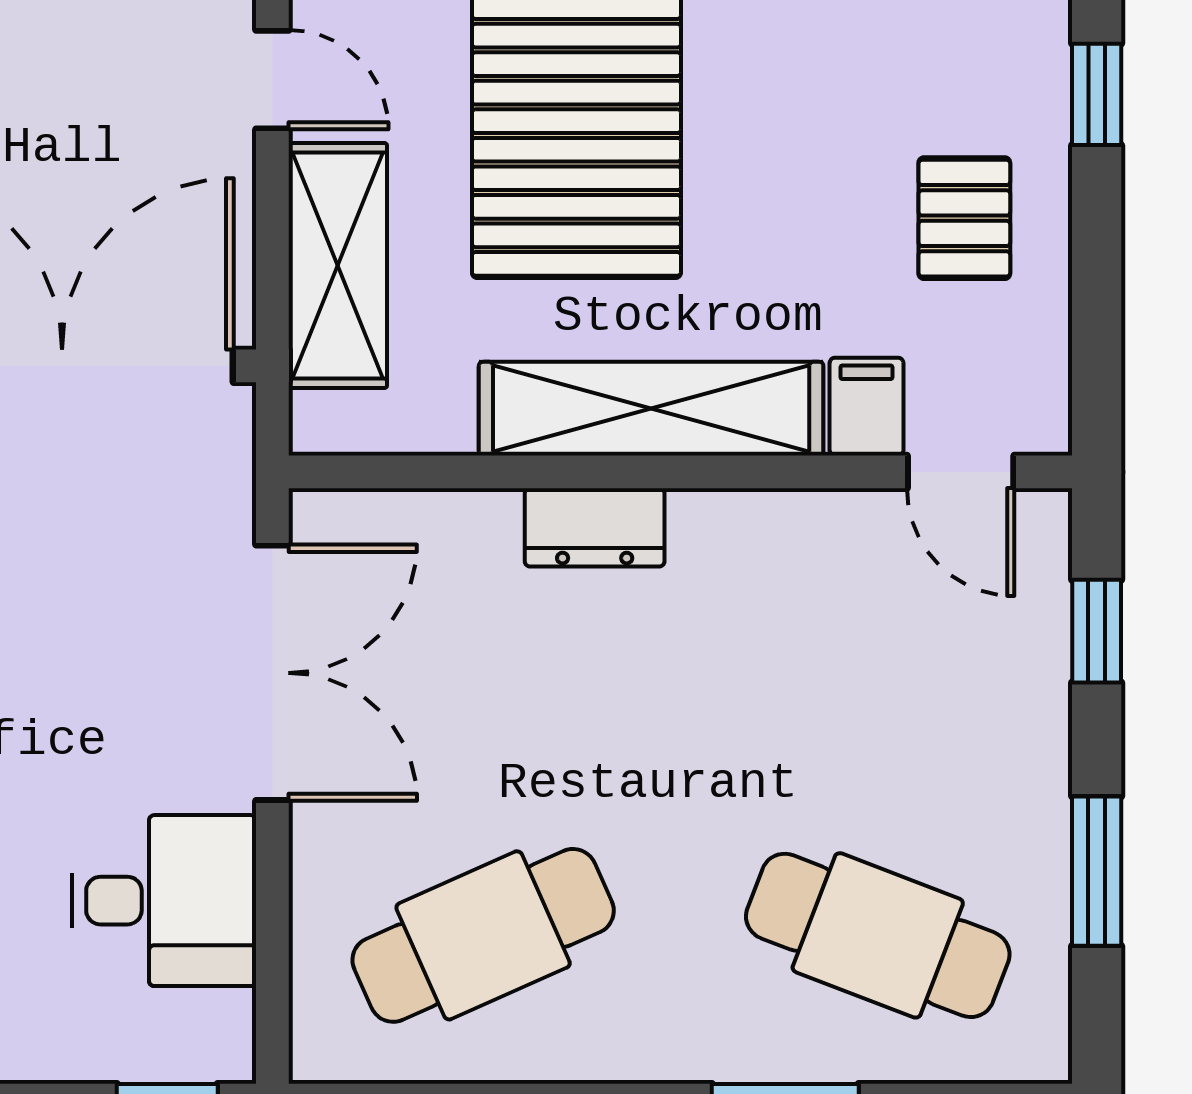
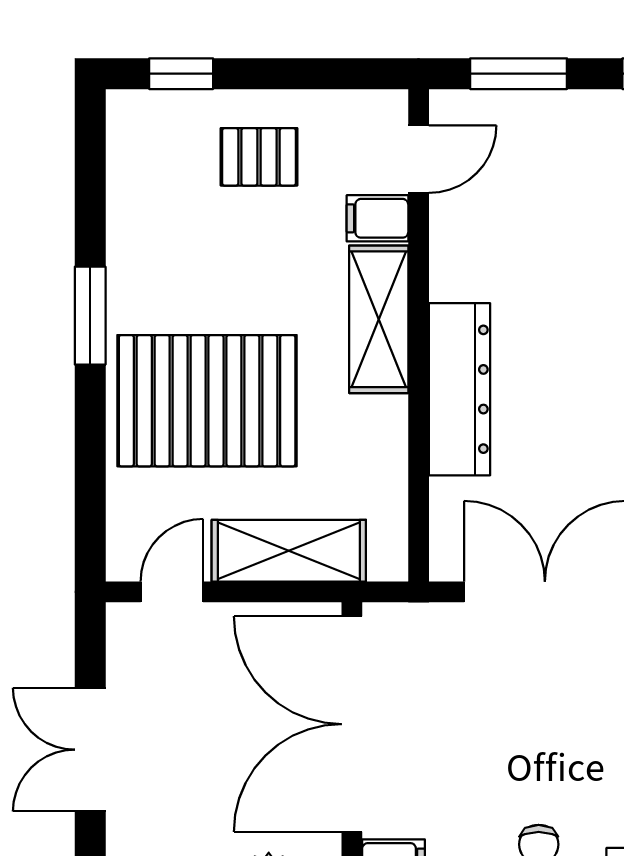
shelving: (651, 409) -> (379, 319), width x0.68
dresser: (595, 527) -> (459, 389), width x1.96, depth x1.24
window: (1097, 631) -> (519, 74), width x1.50

